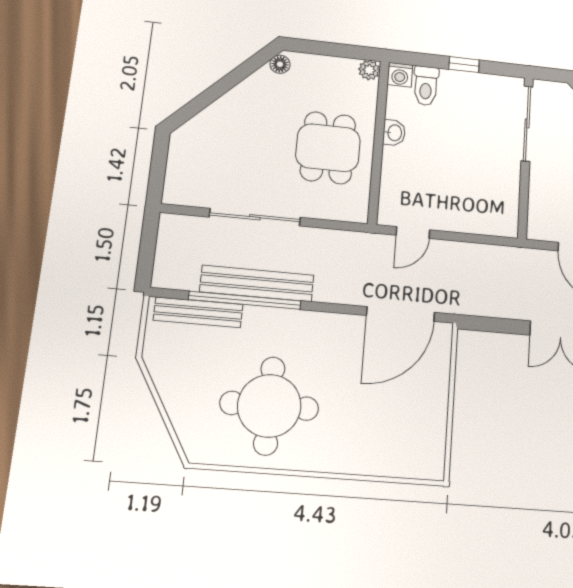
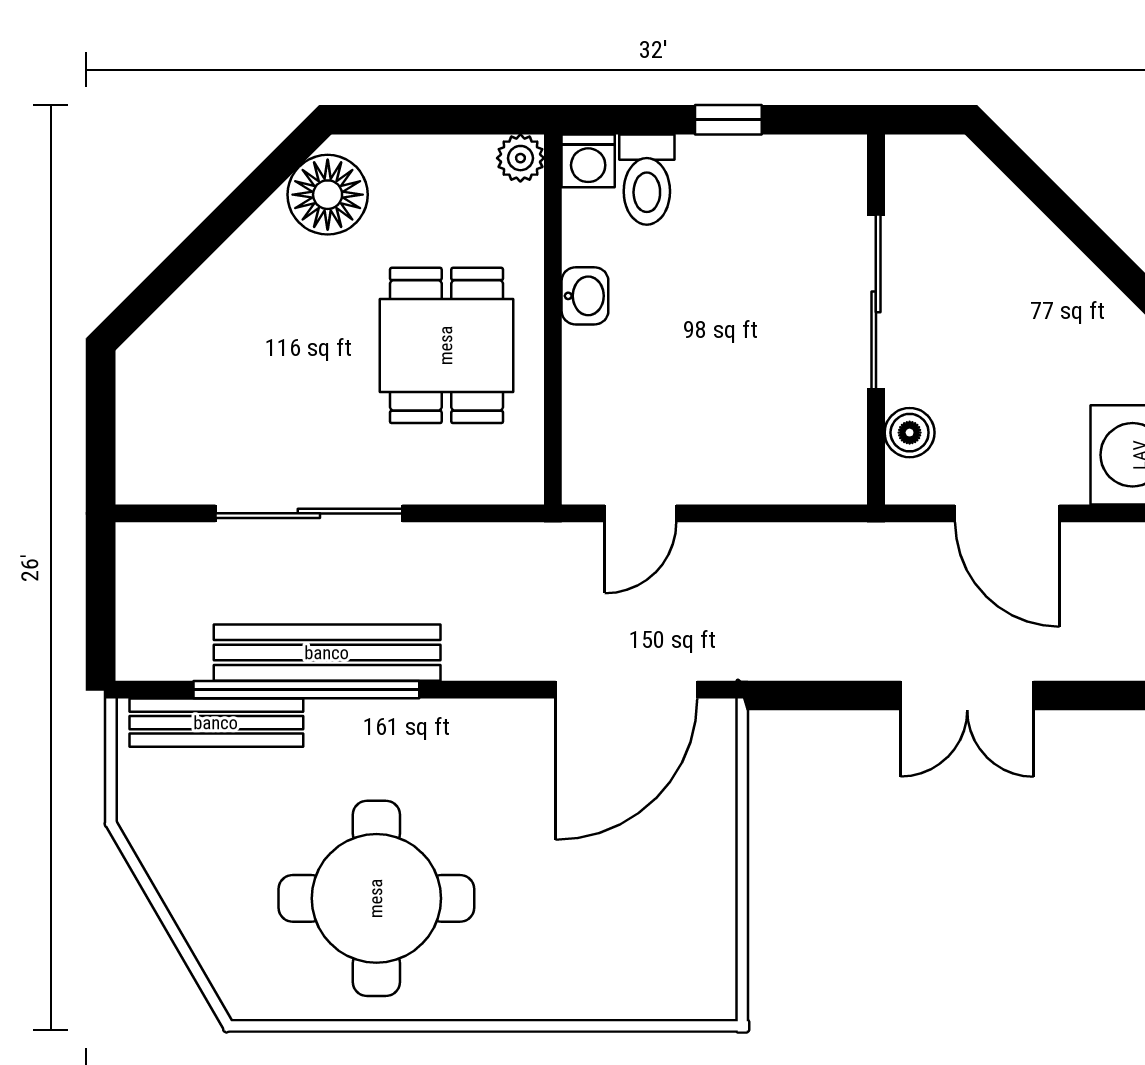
floor lamp: (280, 64) -> (328, 195), width x1.89, depth x1.89
sliding door: (527, 123) -> (876, 302), moved
boiler: (539, 208) -> (910, 433), added

